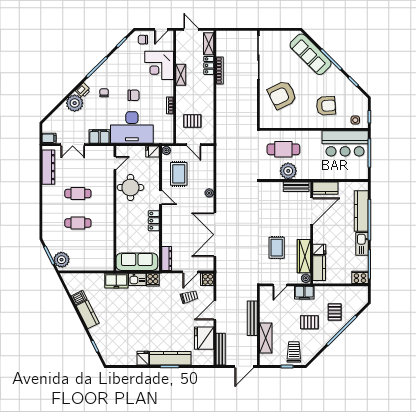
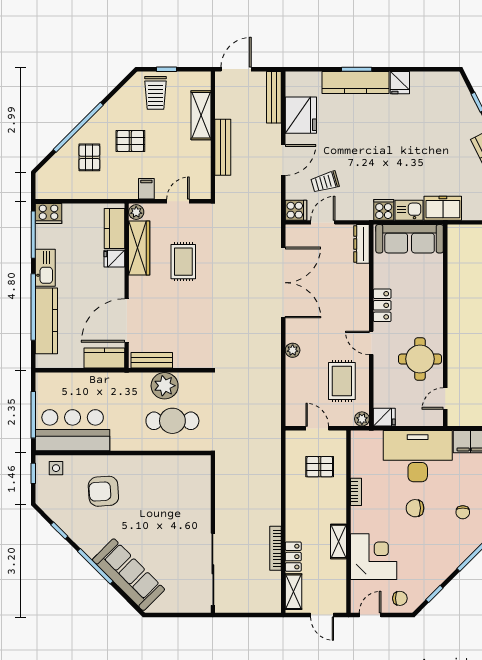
armchair: (282, 95) -> (174, 509), removed
filing cabinet: (304, 293) -> (146, 189), width x0.50

